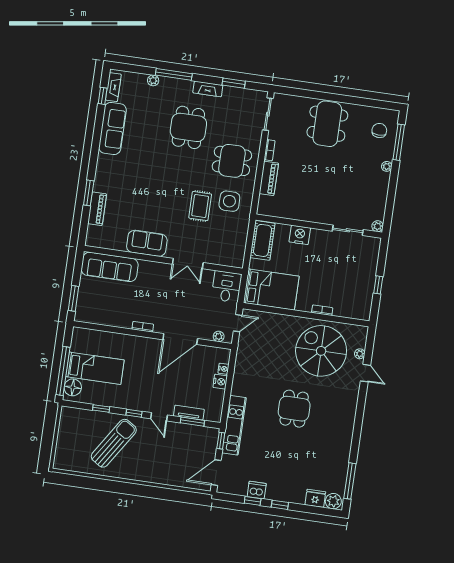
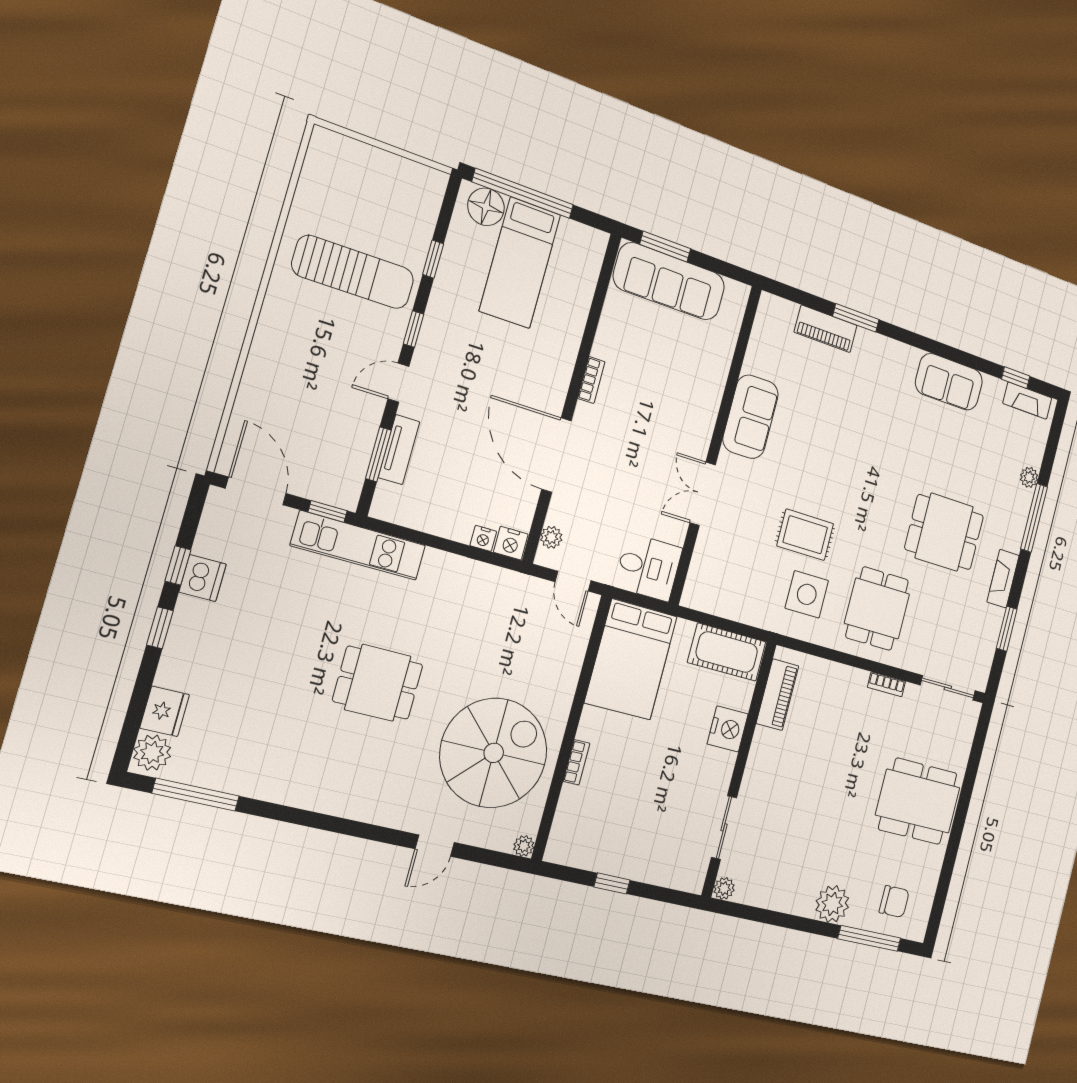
sofa: (112, 129) -> (949, 382), width x0.73
plant: (387, 166) -> (832, 904), width x1.87, depth x1.87
piano: (269, 178) -> (777, 695), moved, turned -90
sofa: (110, 267) -> (669, 281), moved, turned -90
plant: (360, 354) -> (524, 846), moved
nightstand: (220, 382) -> (511, 543), moved
sun lounger: (114, 443) -> (353, 272), turned -33

